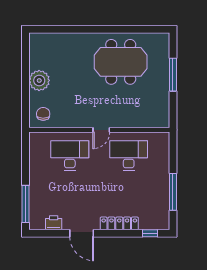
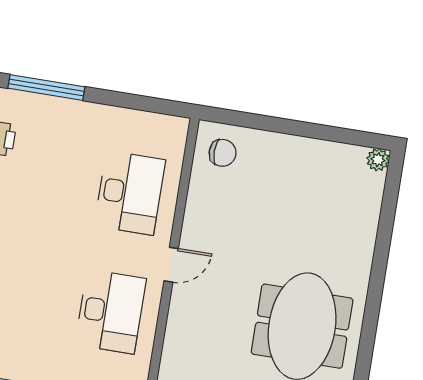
plant: (39, 80) -> (378, 160), moved, width x0.53, depth x0.53
door: (101, 130) -> (171, 265), swing flipped

